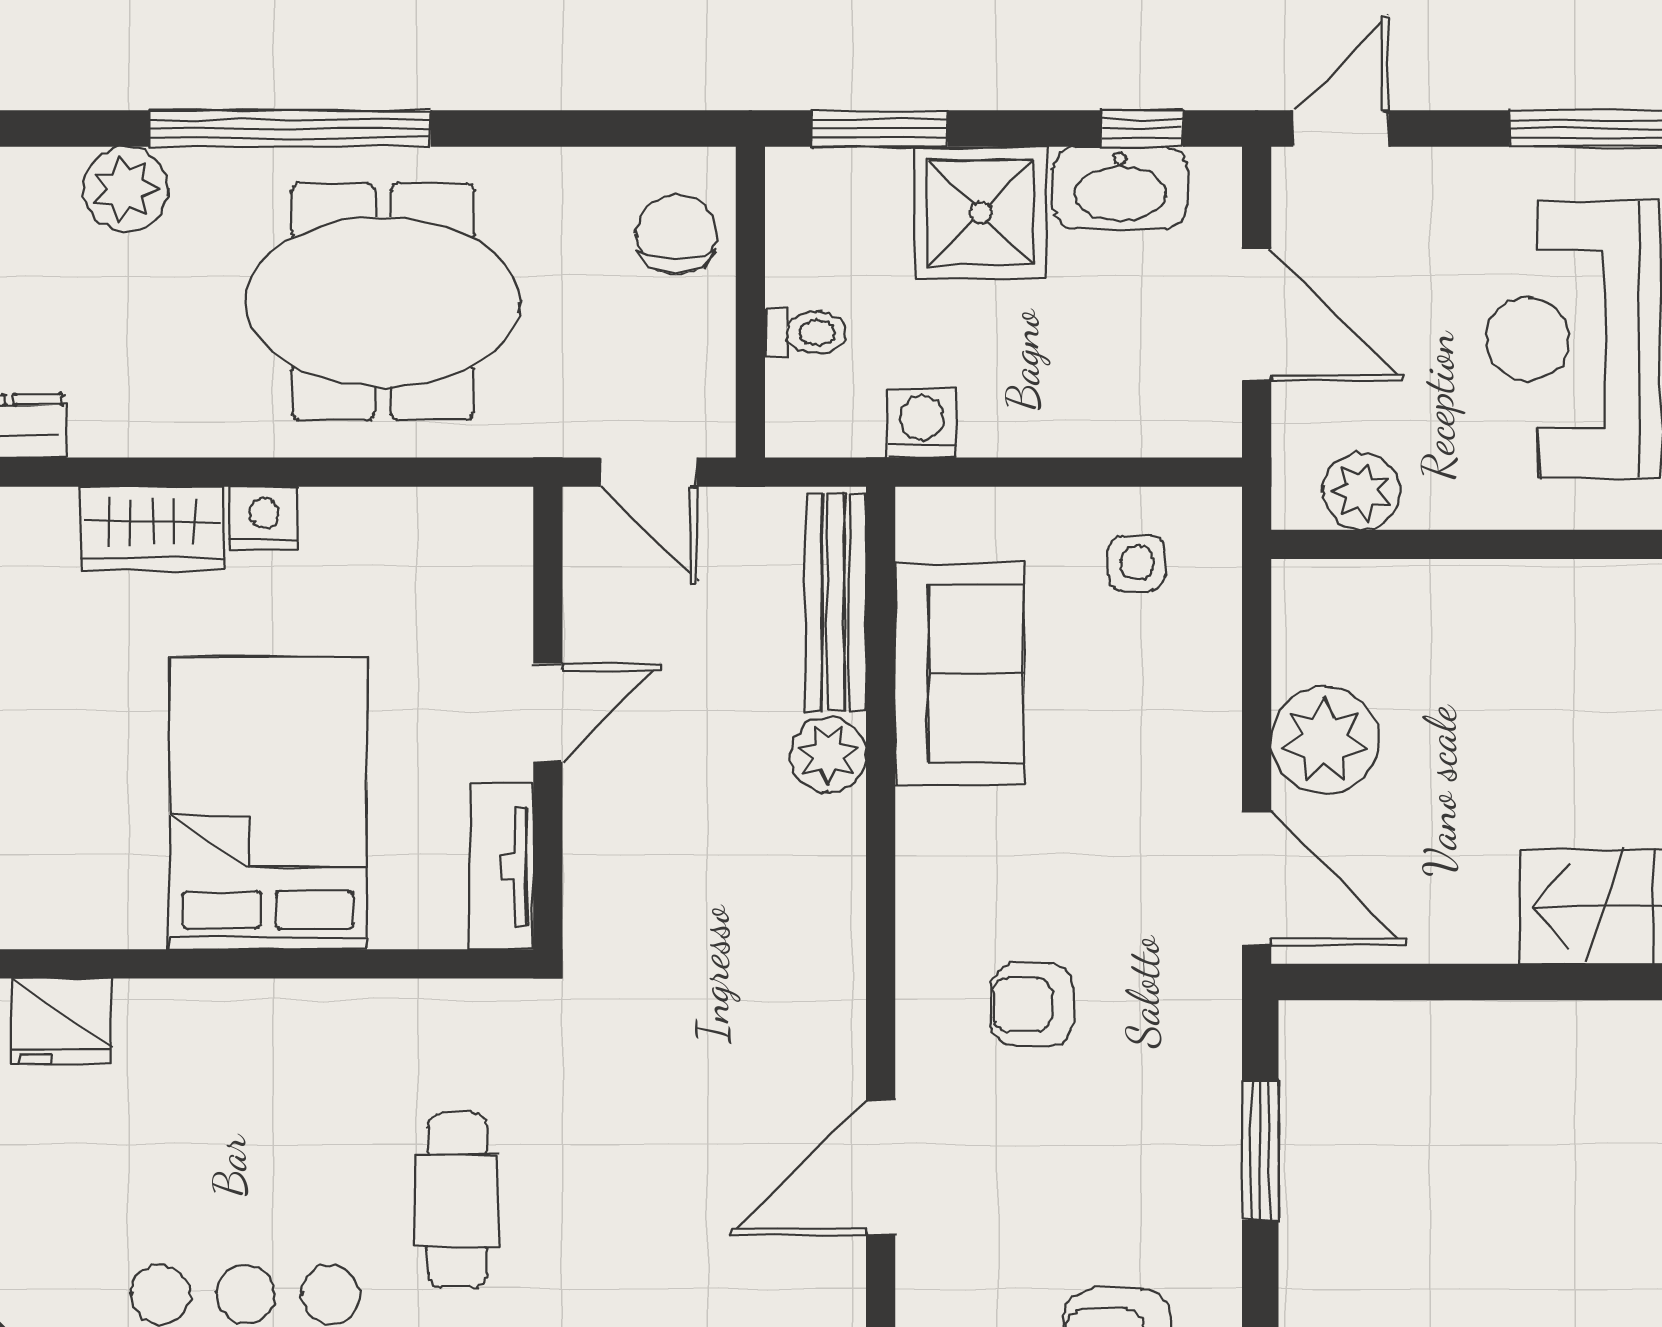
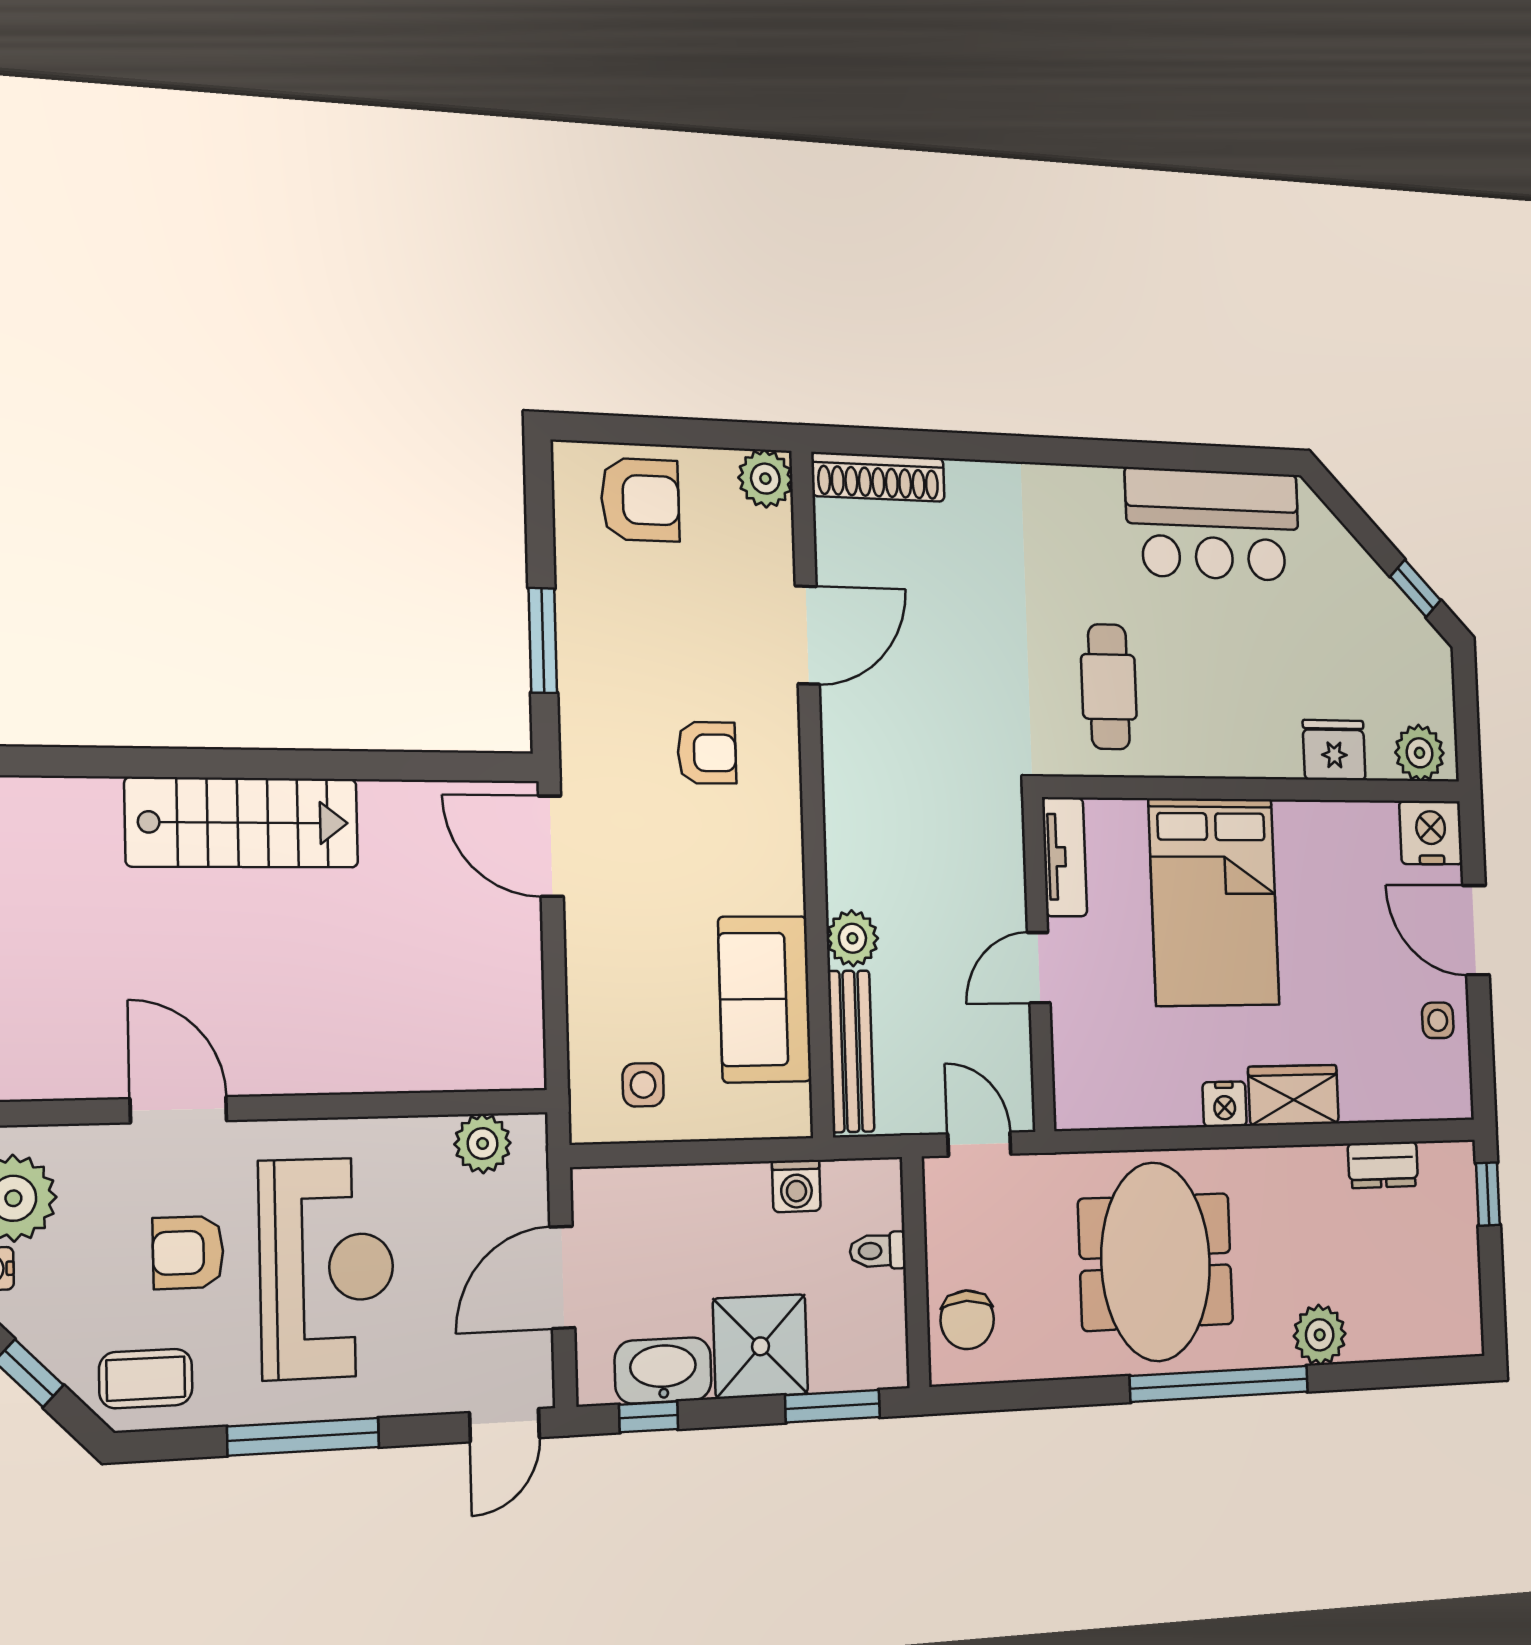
meeting table: (383, 302) -> (1156, 1262), turned 90
door: (1257, 315) -> (562, 1277), hinge flipped
plant: (1325, 740) -> (504, 951), removed
cafe table: (457, 1200) -> (1109, 687), moved

